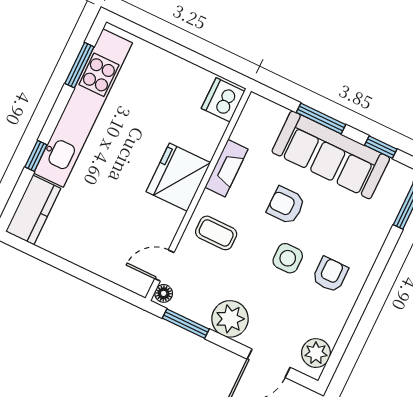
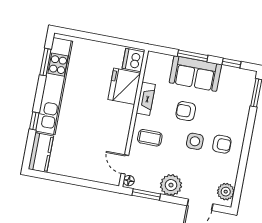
sofa: (331, 155) -> (195, 74), width x0.73
fridge: (178, 177) -> (124, 86), moved
door: (164, 266) -> (125, 164), hinge flipped
armchair: (330, 275) -> (222, 144), turned 90

